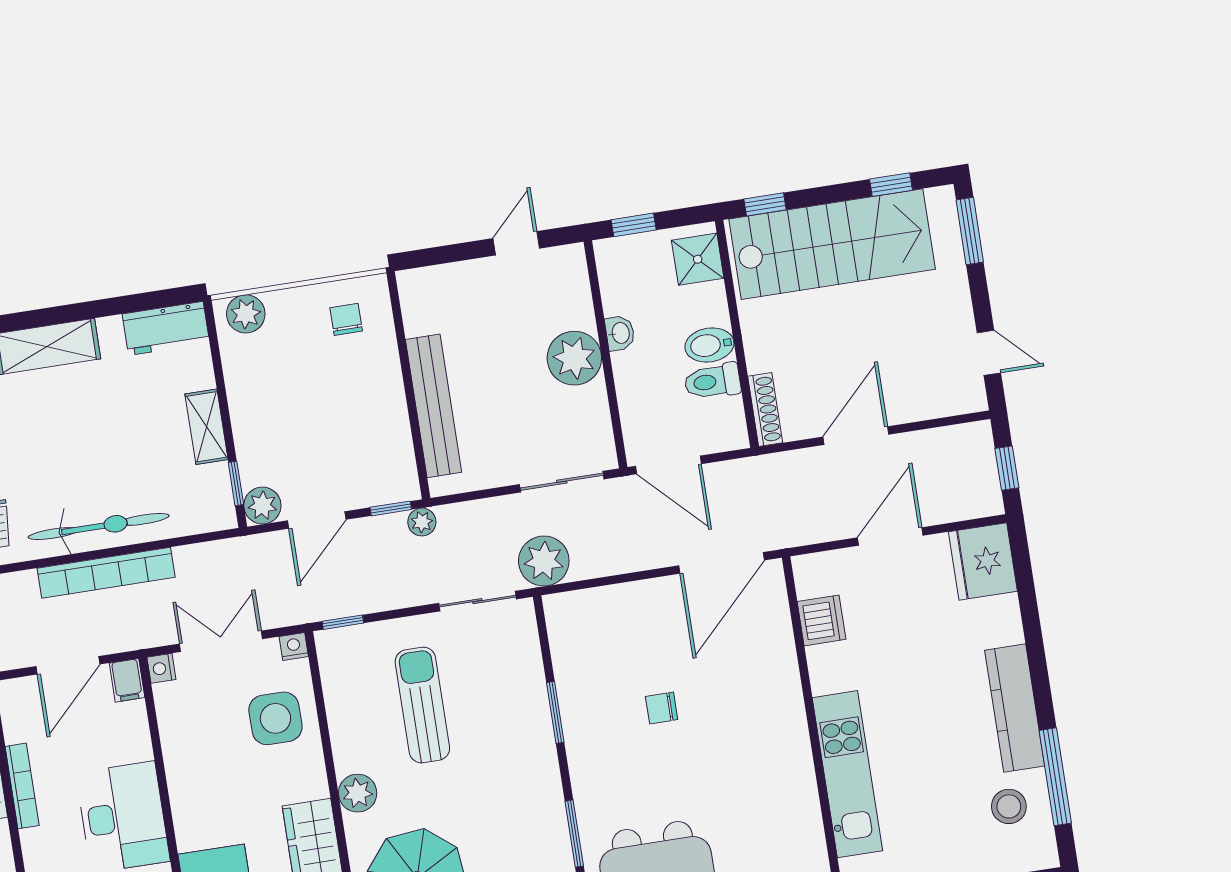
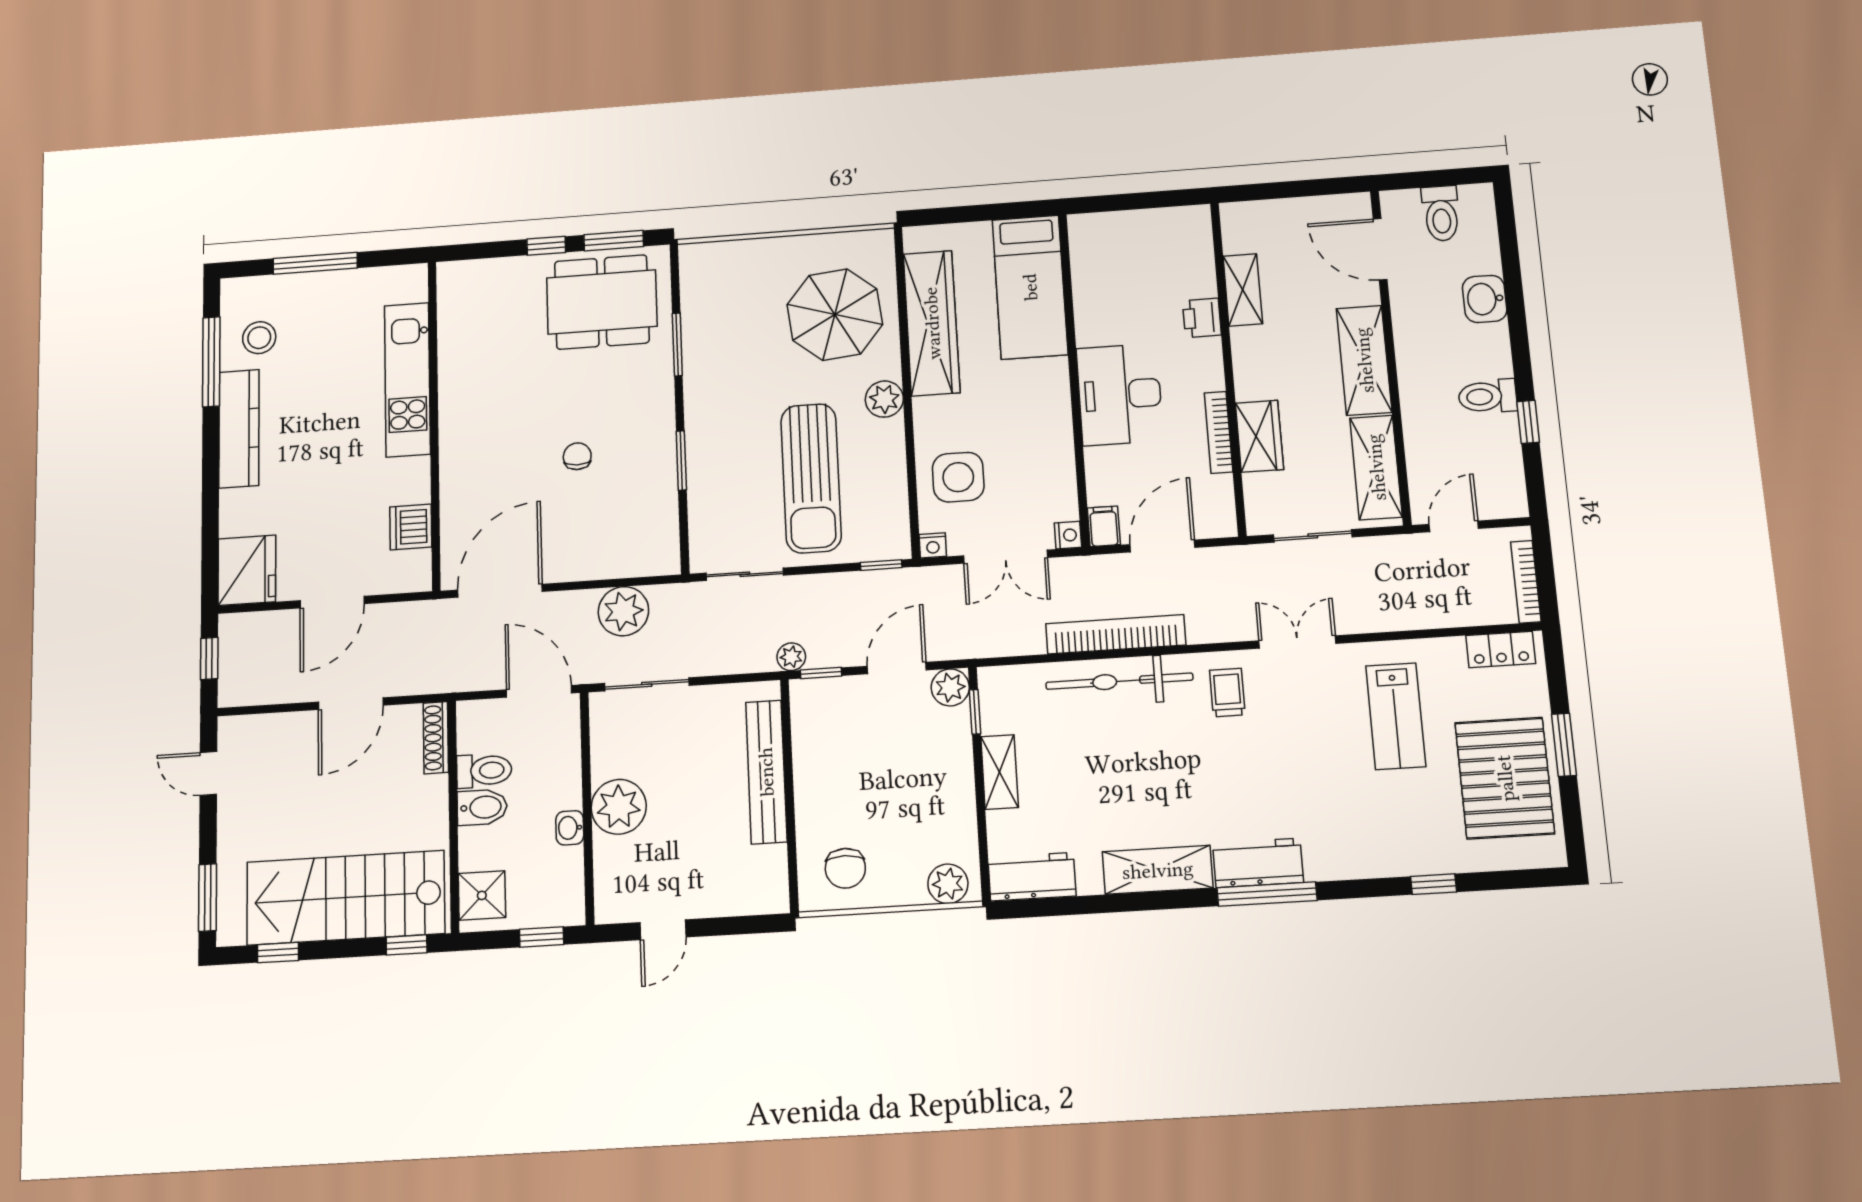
chair: (346, 319) -> (845, 868), width x1.37, depth x1.37
plant: (544, 561) -> (623, 611), moved
sun lounger: (422, 705) -> (811, 478), width x1.36, depth x1.34
chair: (662, 708) -> (577, 456), turned -90

